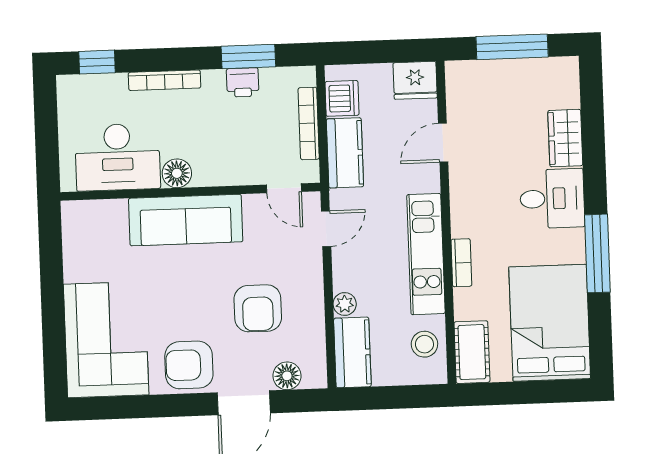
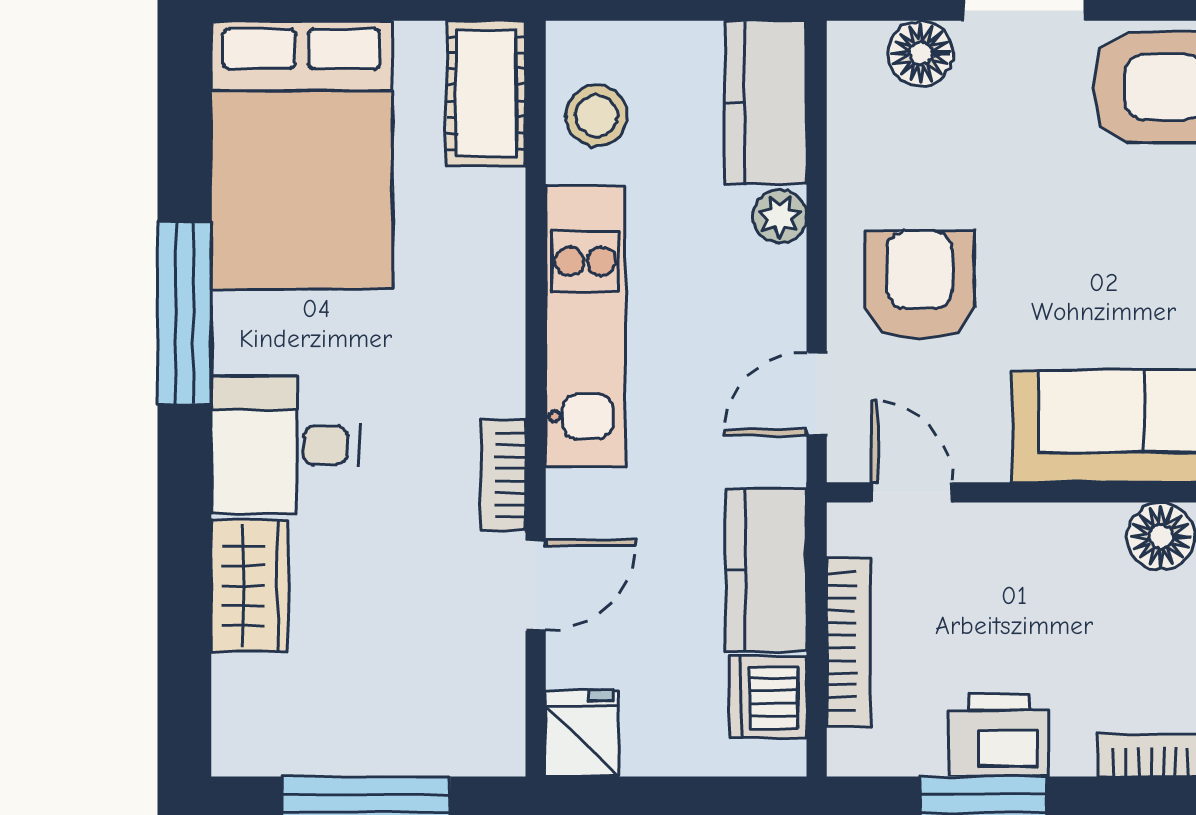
fridge: (415, 80) -> (582, 734), width x0.72
printer: (243, 82) -> (999, 735), width x1.36, depth x1.24
bookcase: (461, 263) -> (503, 475), moved
armchair: (258, 308) -> (920, 285), moved

